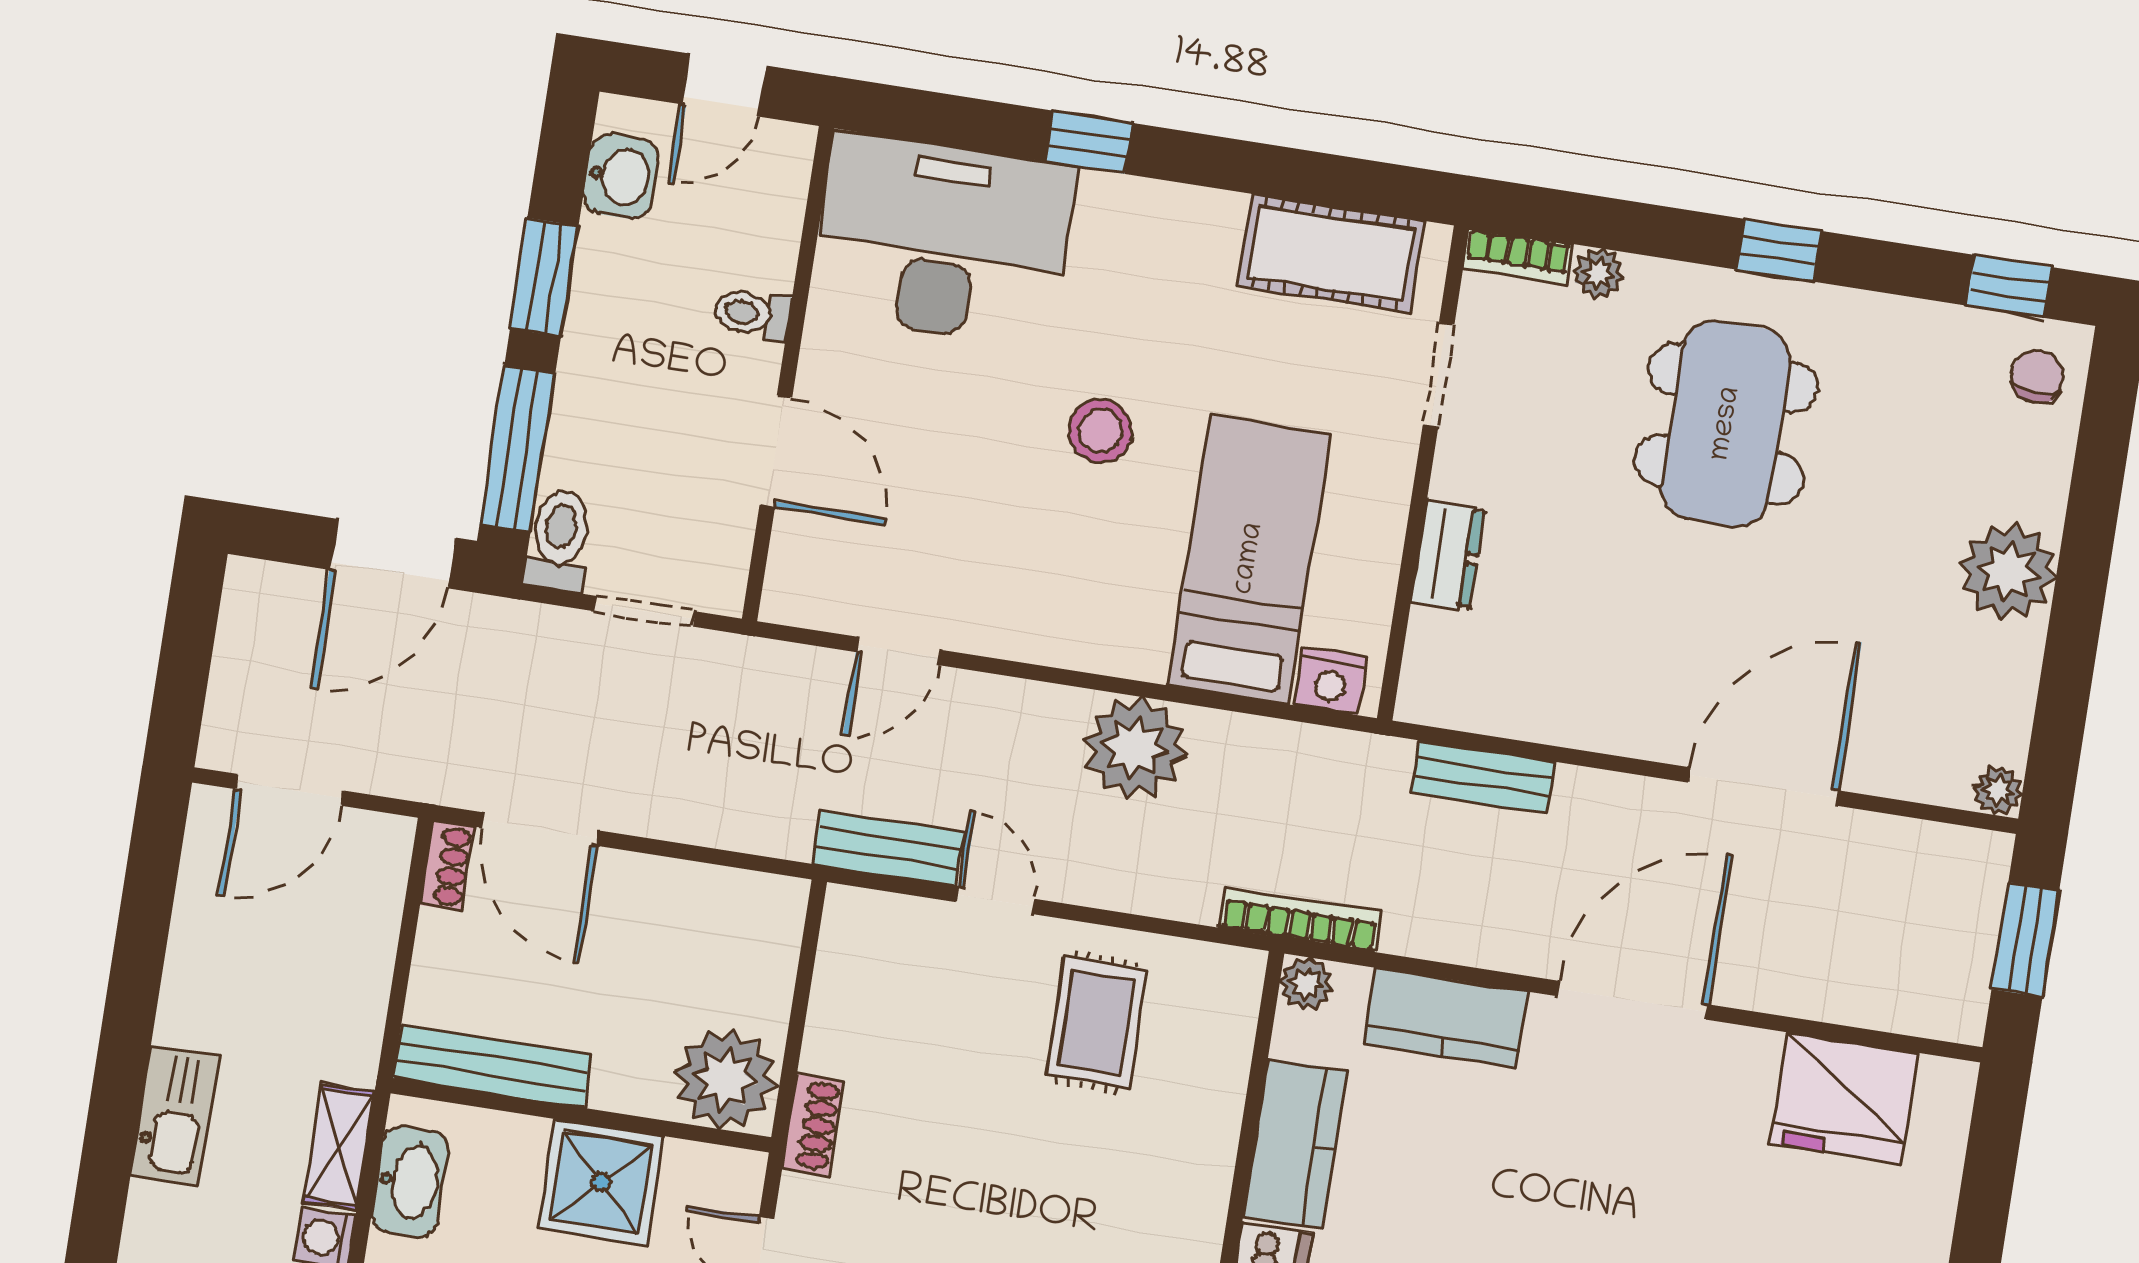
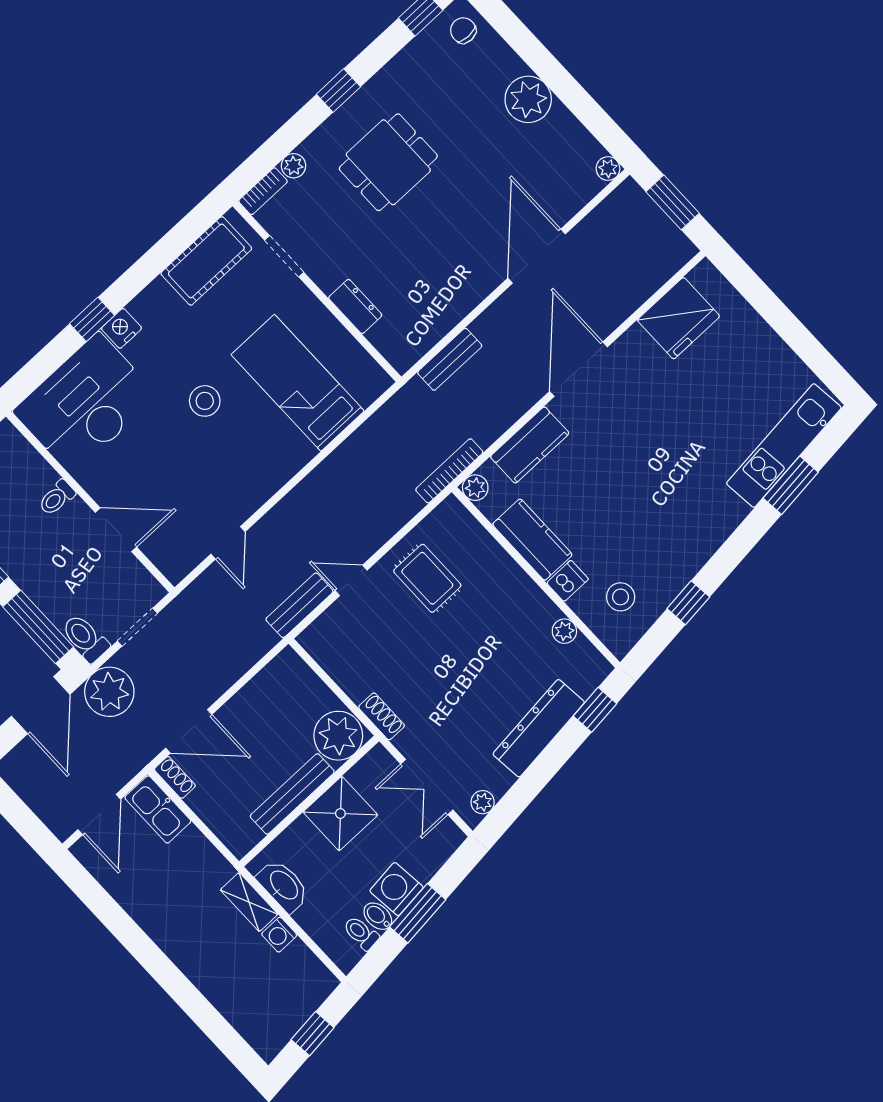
dining table: (1726, 424) -> (388, 162), width x0.73
nightstand: (1330, 681) -> (122, 328), moved, turned 180
plant: (1135, 748) -> (109, 692), moved
bench: (492, 1066) -> (292, 794), moved
kitchen sink: (175, 1115) -> (158, 809), moved, turned 180

